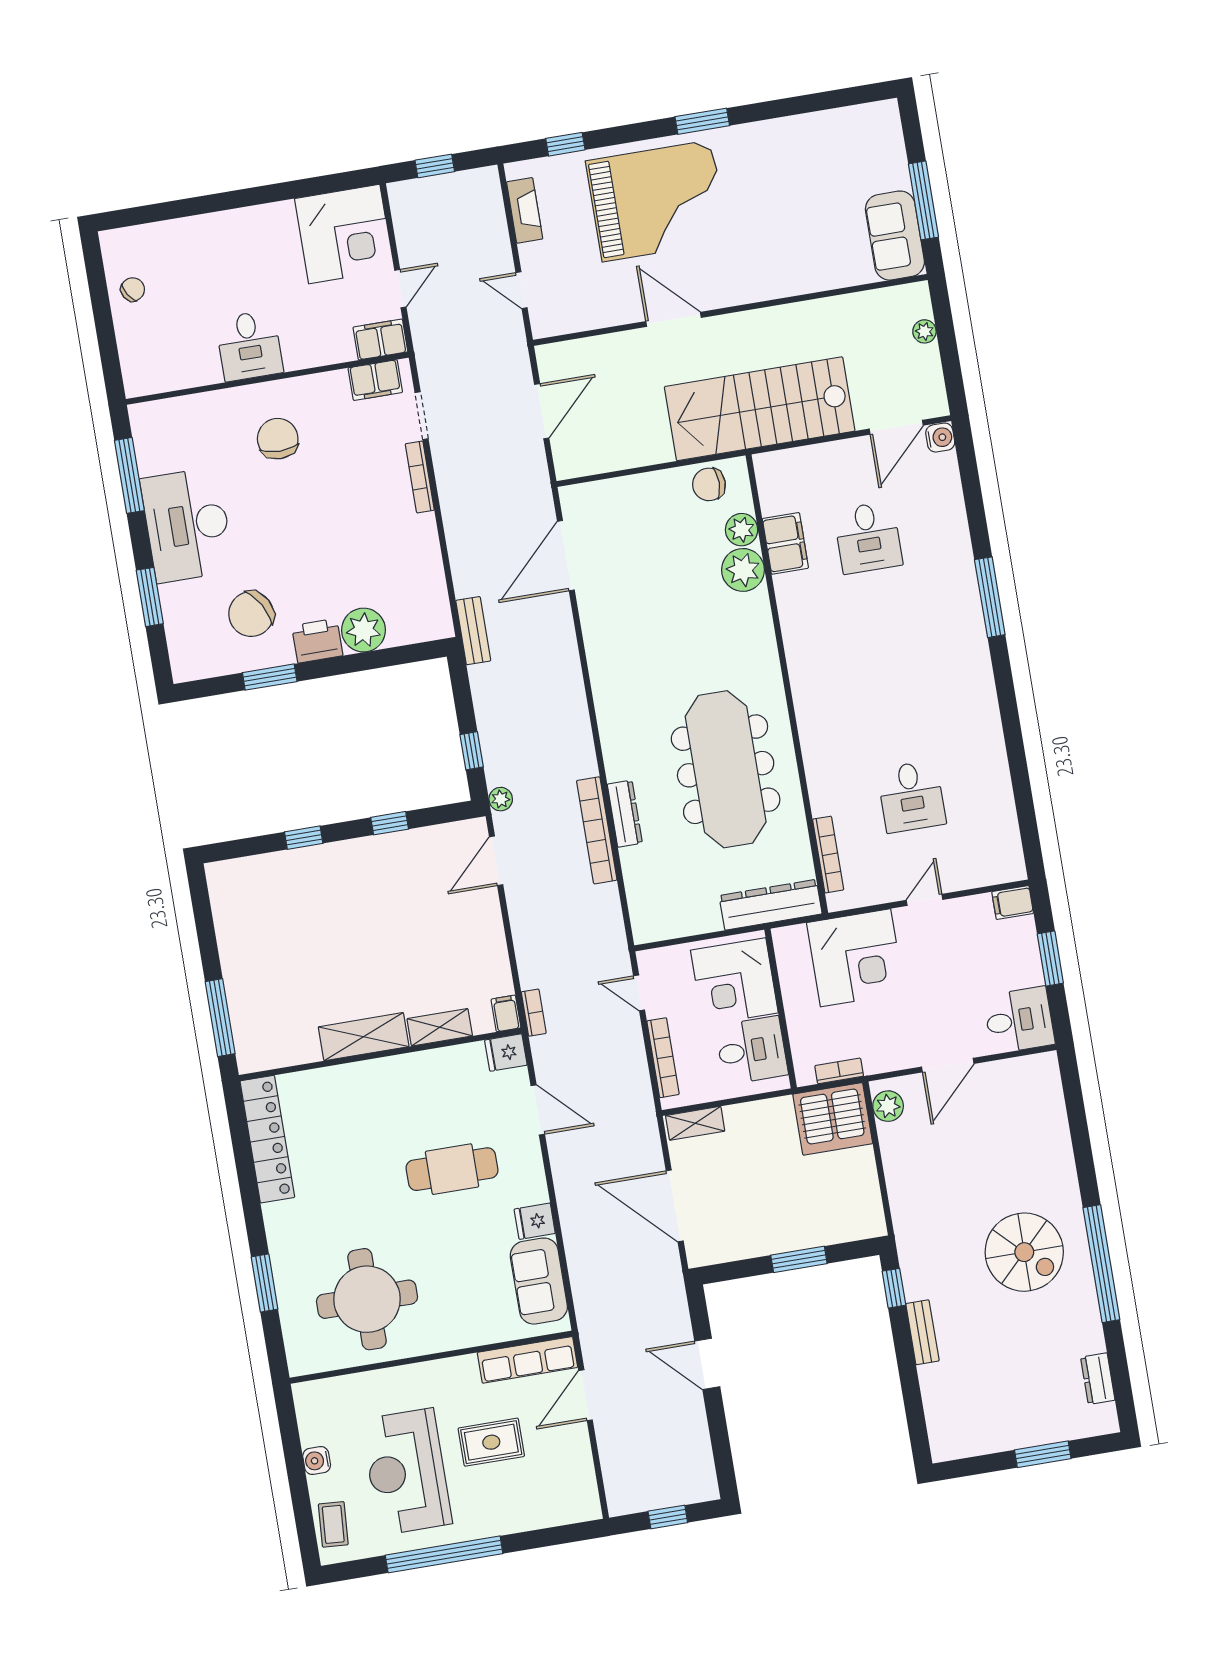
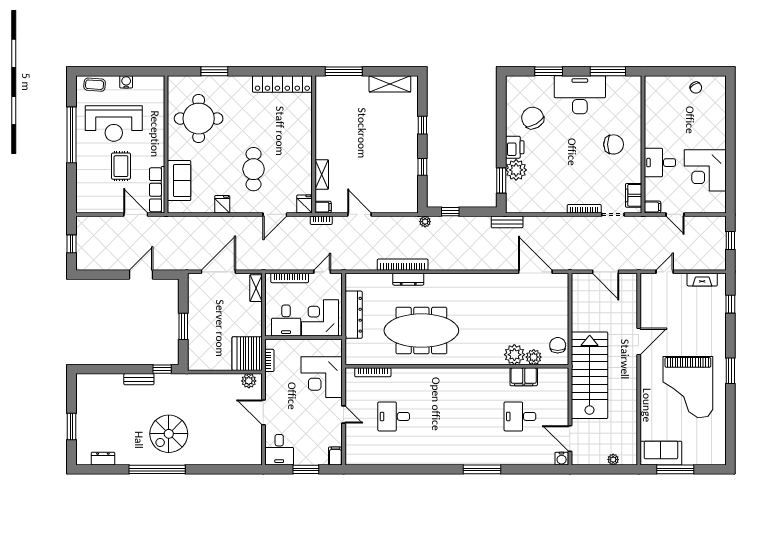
grand piano: (657, 201) -> (688, 387), moved
corner desk: (344, 234) -> (705, 170), moved
filing cabinet: (380, 339) -> (652, 207), width x0.50
desk: (249, 346) -> (660, 163), moved
window: (270, 677) -> (501, 180), moved
door: (496, 861) -> (360, 214), moved
dresser: (771, 905) -> (354, 315), moved
shelving: (364, 1037) -> (390, 84), moved, turned 90
sofa: (539, 1281) -> (179, 181), moved, turned 90
reception desk: (406, 1472) -> (114, 124), turned 180

